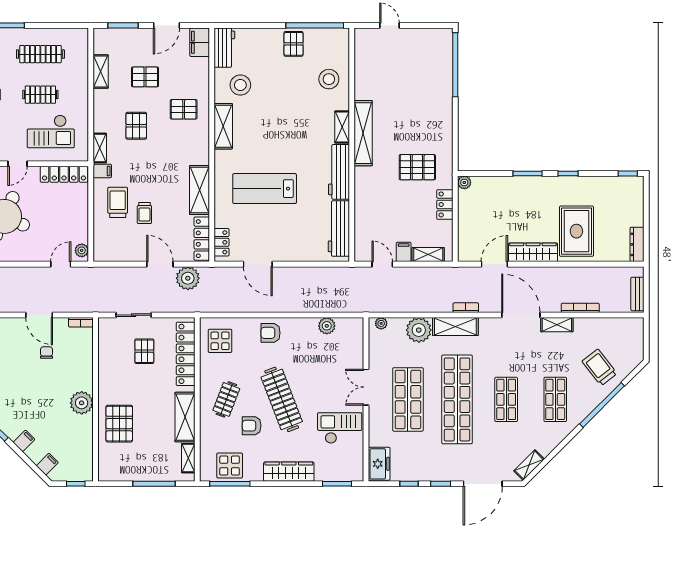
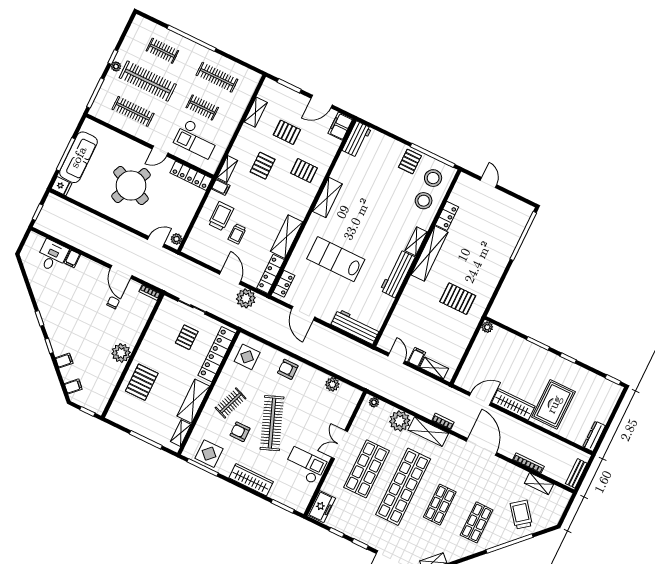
stool: (240, 85) -> (433, 178), moved
locker: (445, 204) -> (447, 216), moved, turned 180
workbench: (339, 229) -> (356, 327), moved, turned 90
shelving: (557, 325) -> (539, 484), moved

